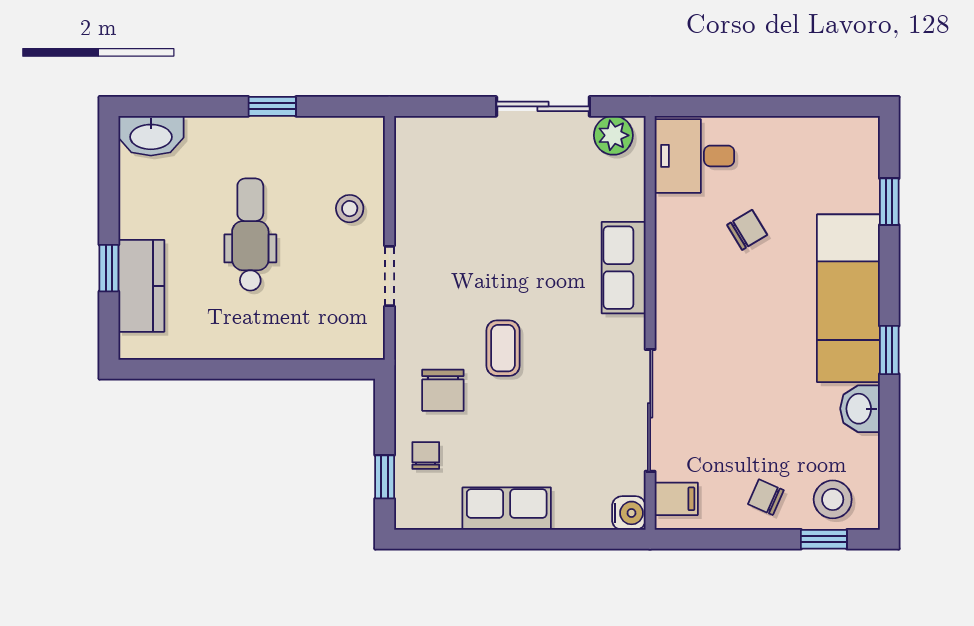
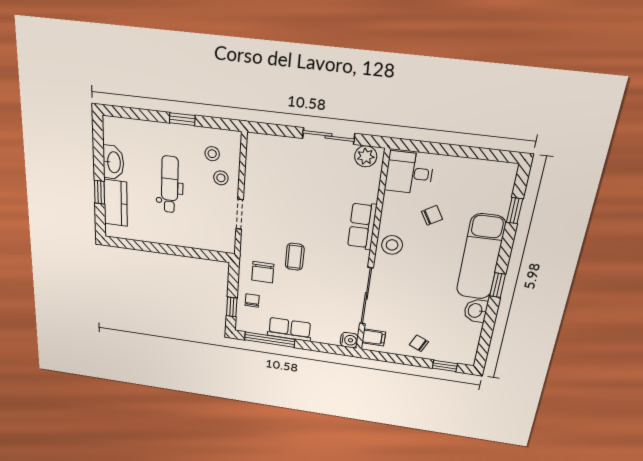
washbasin: (151, 136) -> (113, 162), moved, turned -90
stool: (331, 164) -> (212, 154), added
stool: (833, 499) -> (392, 245), moved
window: (468, 539) -> (270, 340), added

